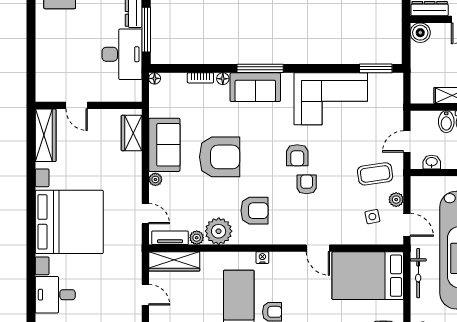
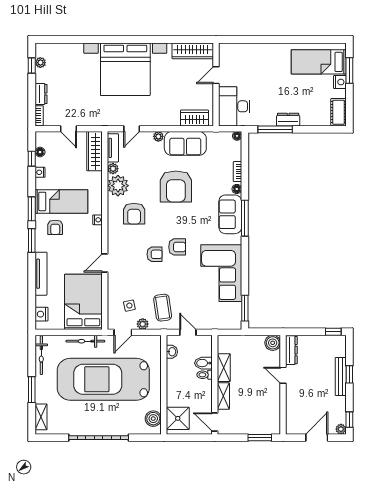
desk: (122, 54) -> (234, 106), moved, turned 90
armchair: (297, 155) -> (177, 247), turned 180
desk: (55, 295) -> (69, 58), removed
door: (145, 295) -> (68, 129), hinge flipped

